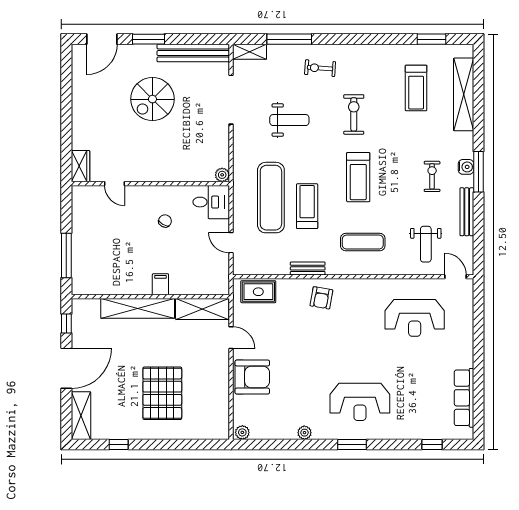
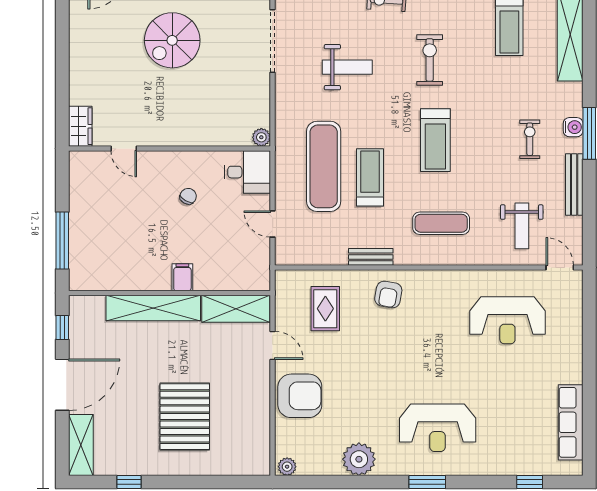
rug: (258, 292) -> (325, 309), moved, turned 90
plant: (304, 433) -> (359, 459), width x1.87, depth x1.87

